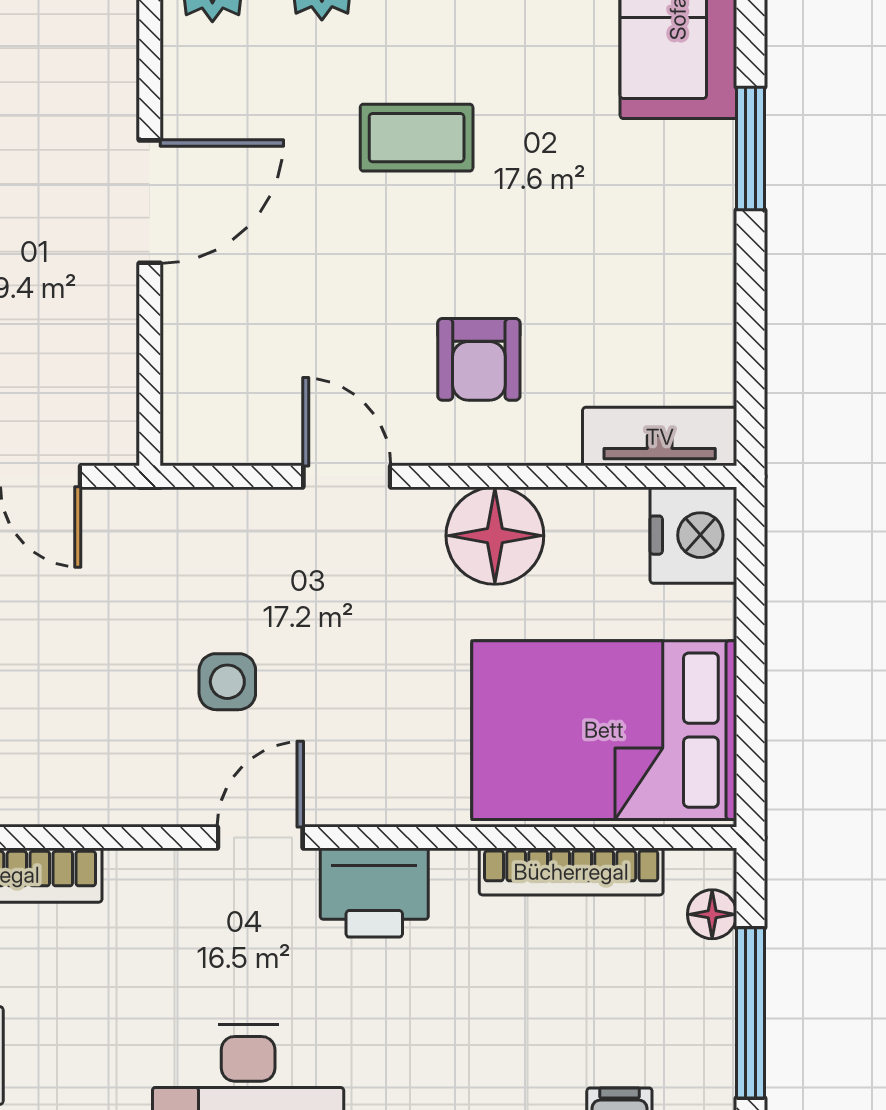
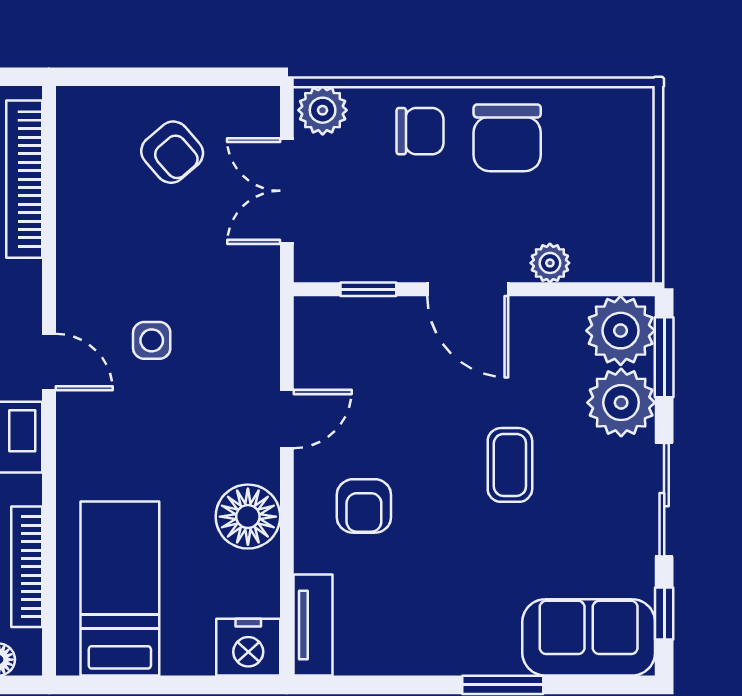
plant: (110, 77) -> (550, 263), added
window: (150, 353) -> (368, 289), added
armchair: (479, 359) -> (364, 506), turned -90
bed: (604, 730) -> (120, 589), width x0.67

